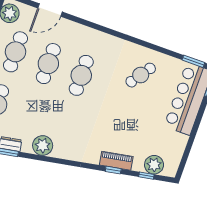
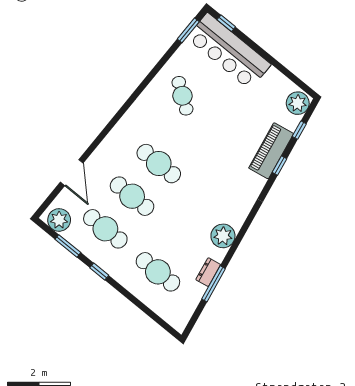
piano: (116, 161) -> (271, 151), width x1.37, depth x1.33
plant: (154, 165) -> (298, 103), moved

